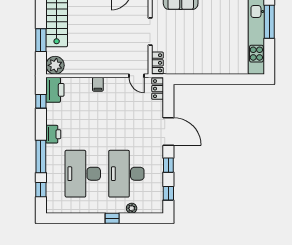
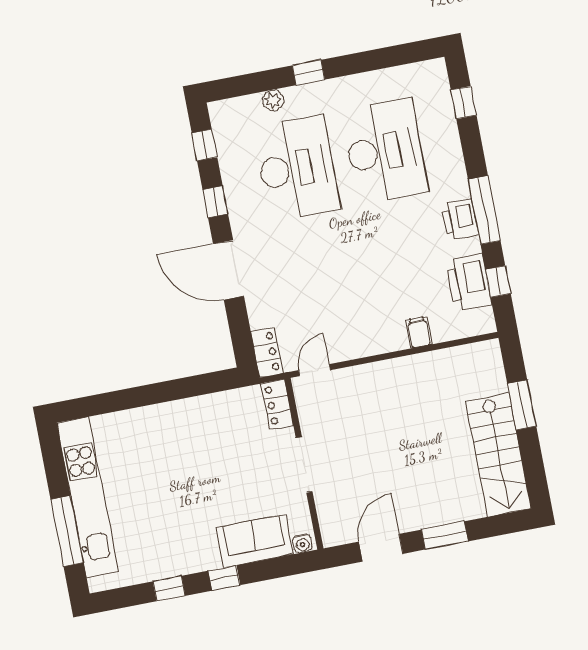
plant: (55, 65) -> (483, 360), removed
door: (137, 76) -> (314, 370), hinge flipped
filing cabinet: (98, 84) -> (419, 332), moved
printer: (55, 90) -> (469, 282), moved
window: (41, 156) -> (484, 210), moved

